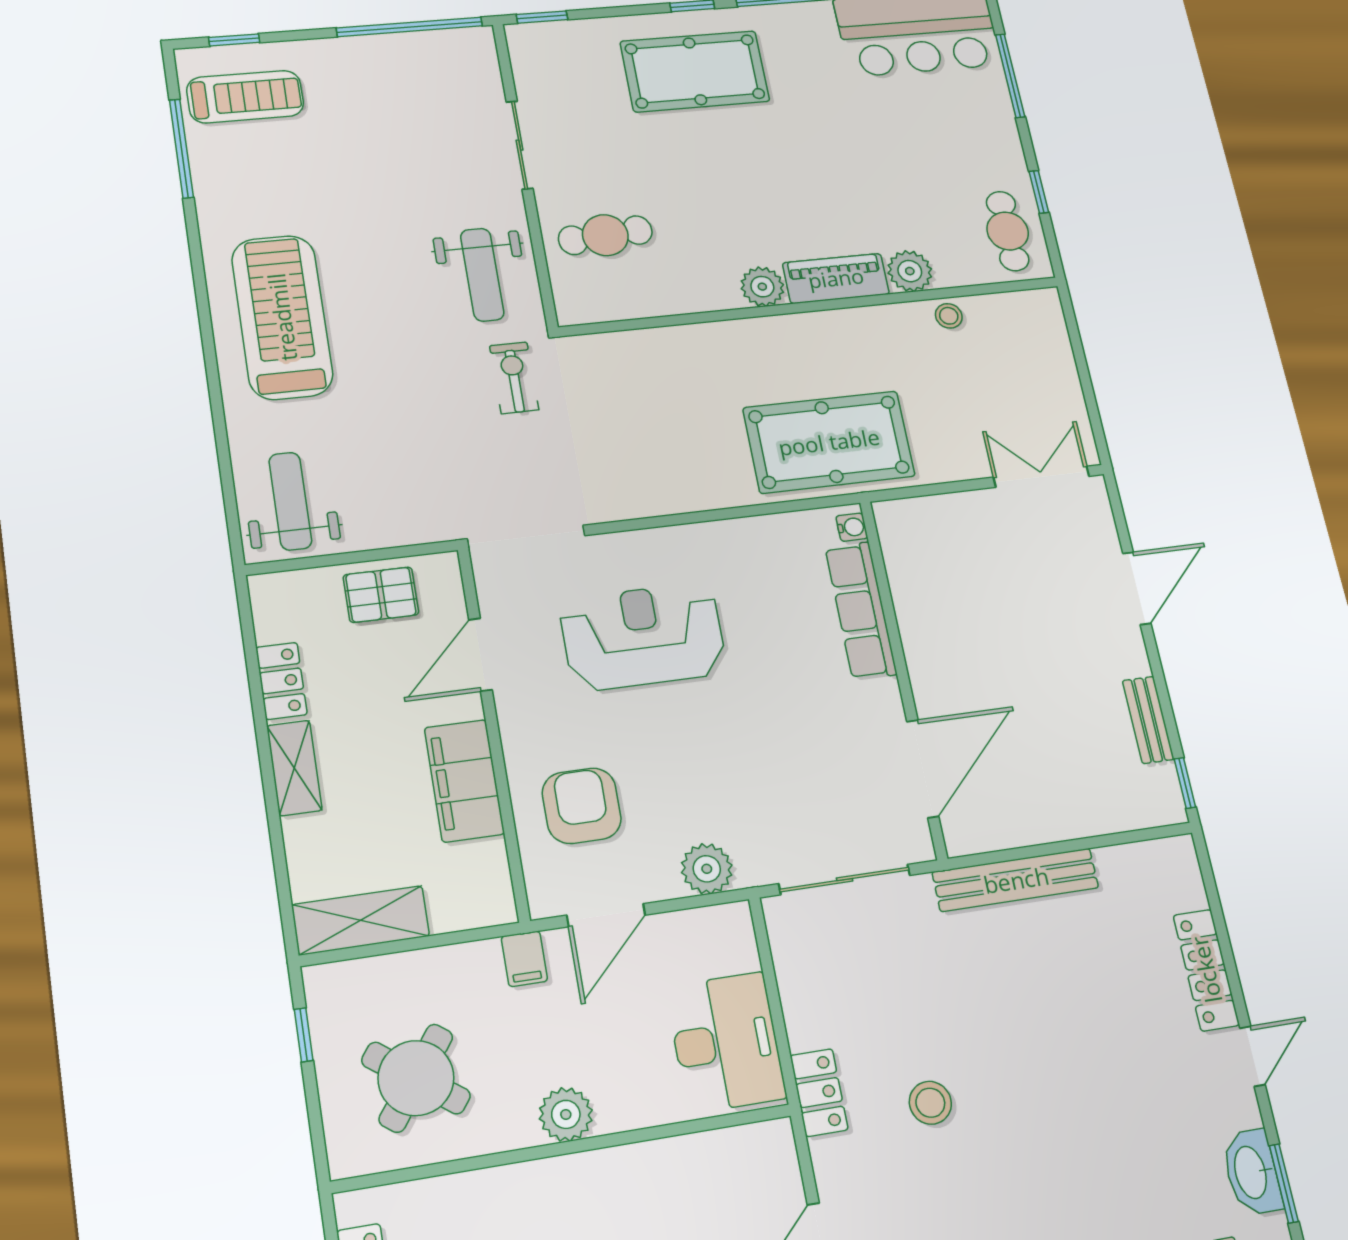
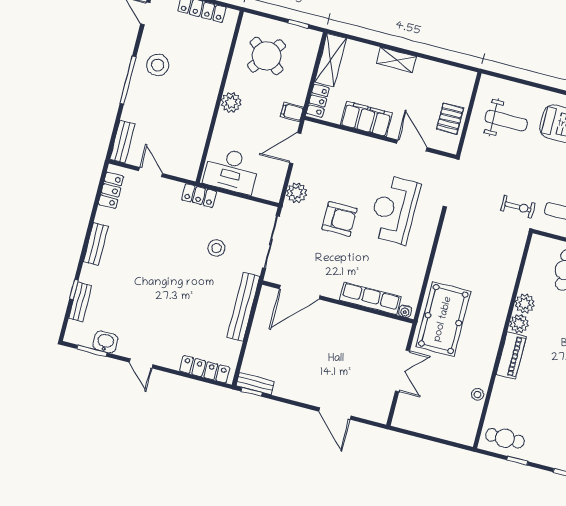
plant: (910, 271) -> (525, 304), moved
double door: (1041, 477) -> (402, 371), moved
weight bench: (290, 501) -> (506, 121), moved
reception desk: (643, 637) -> (394, 210), turned 180
locker: (281, 681) -> (318, 101), moved, turned -90
bench: (1148, 720) -> (255, 384), moved
door: (923, 769) -> (300, 292), hinge flipped
armchair: (582, 806) -> (339, 219), moved
door: (606, 915) -> (295, 148), hinge flipped
locker: (1206, 970) -> (205, 369), moved
stool: (930, 1103) -> (216, 248), moved
washbasin: (1252, 1172) -> (105, 342), width x0.72

